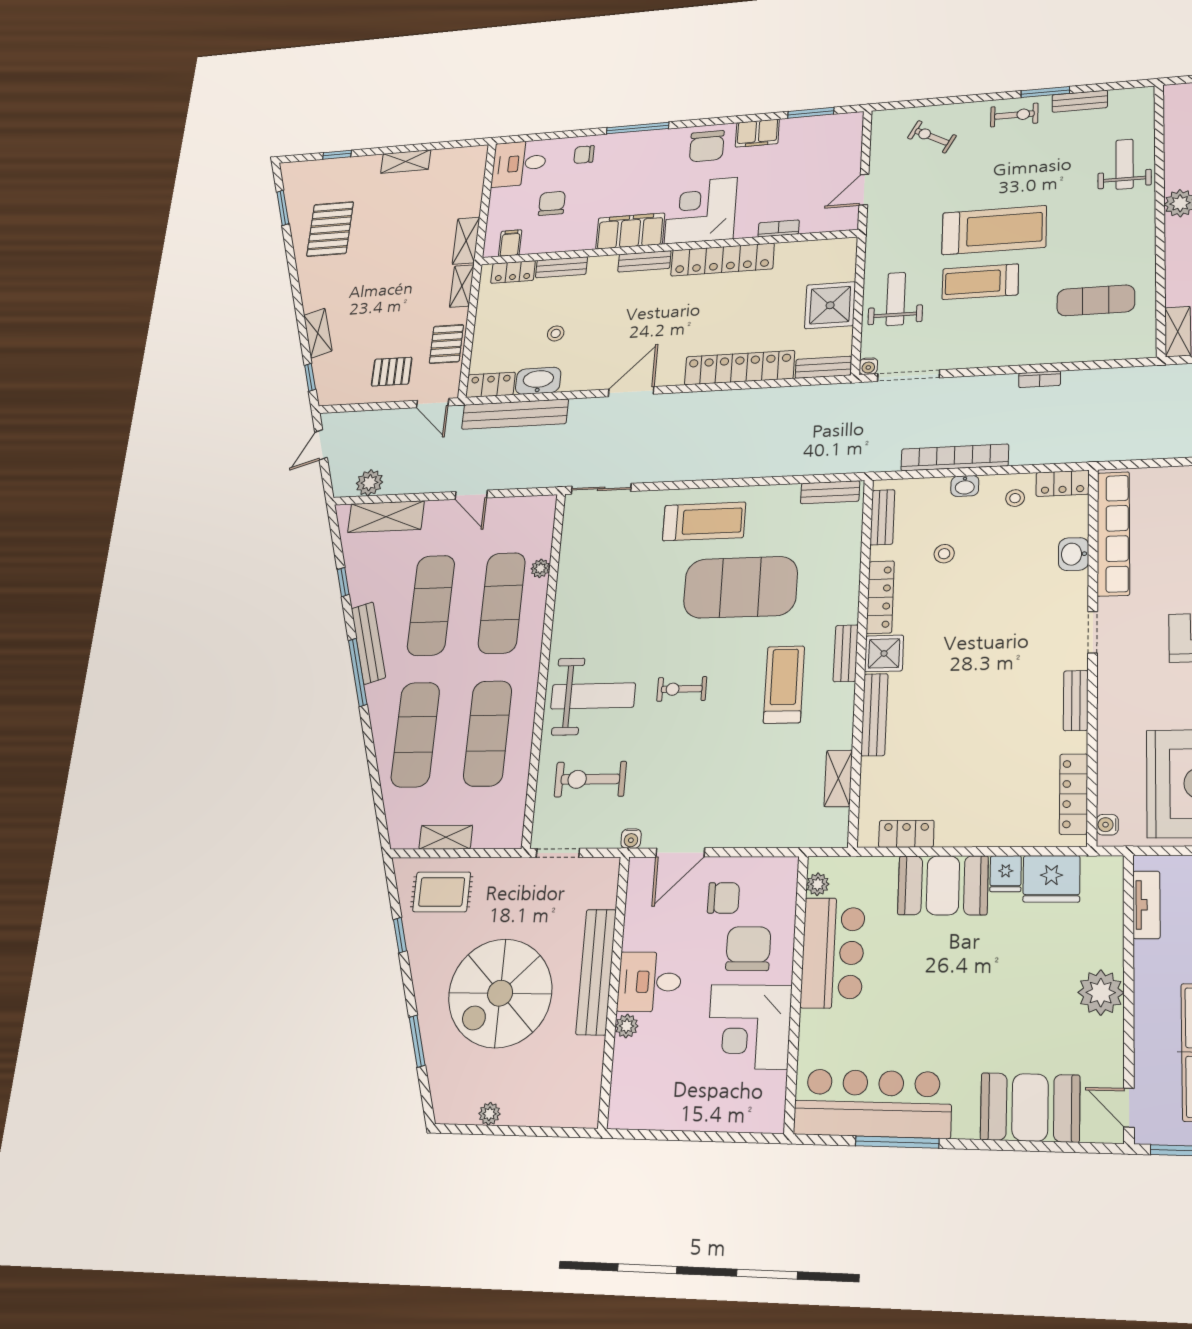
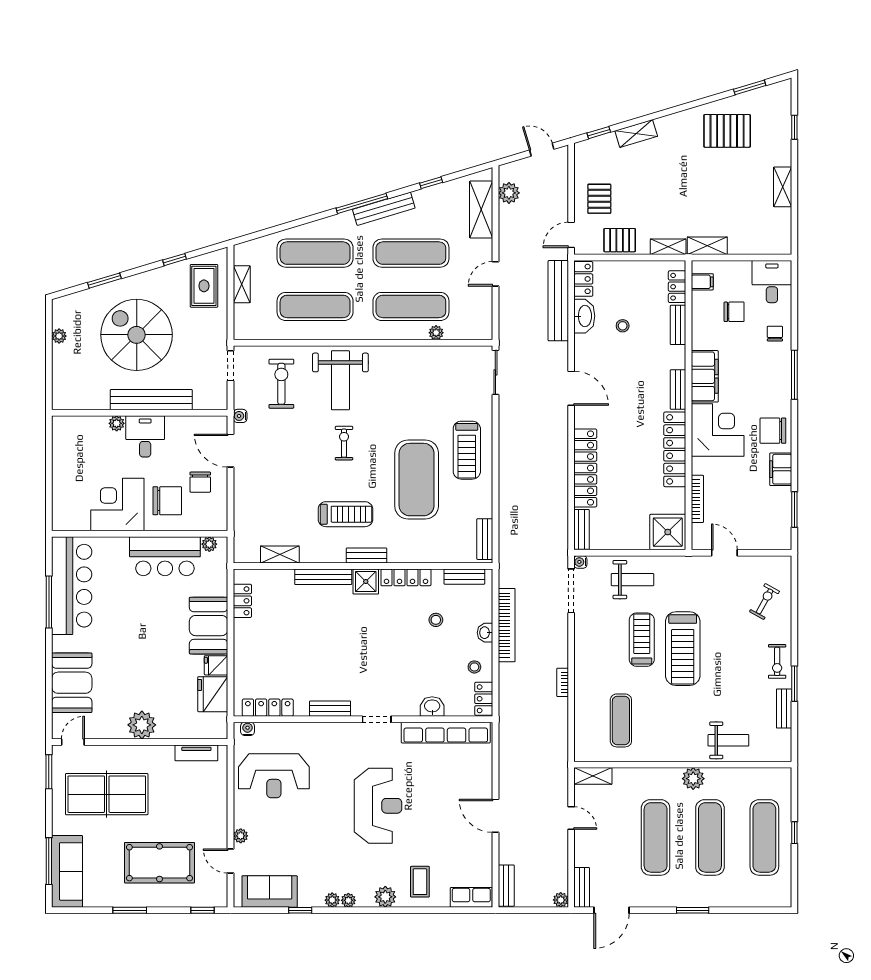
bookcase: (779, 228) -> (697, 499), width x1.56
shower: (830, 305) -> (668, 532), moved

